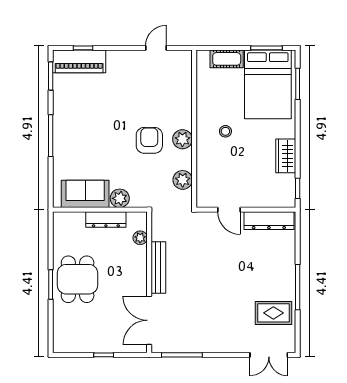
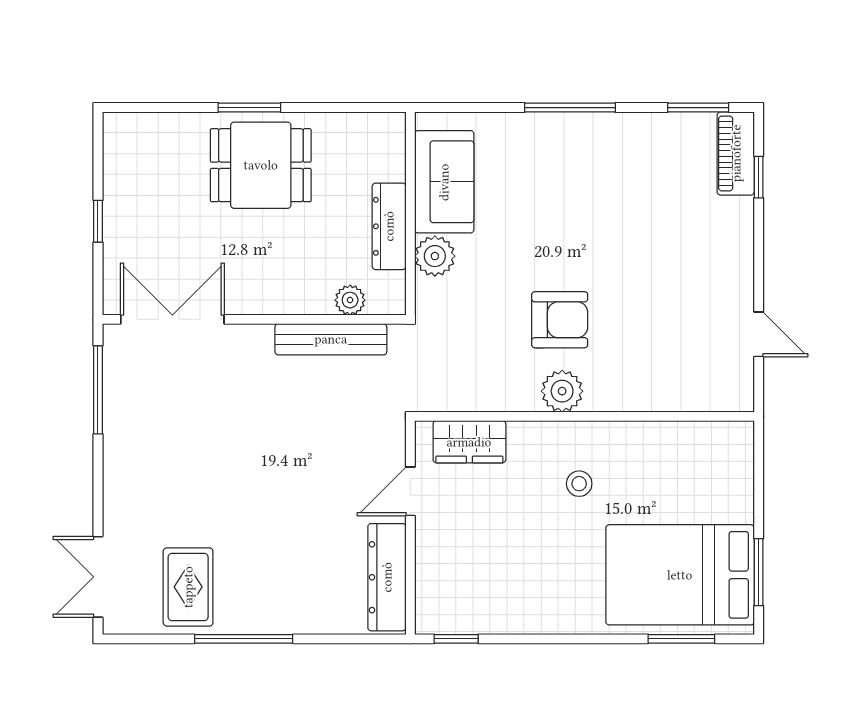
cot: (227, 59) -> (735, 486), removed
piano: (79, 61) -> (736, 153), width x0.73, depth x0.75
wardrobe: (286, 156) -> (469, 442), moved, turned 180
plant: (183, 180) -> (475, 391), removed
bench: (158, 267) -> (331, 339), moved

